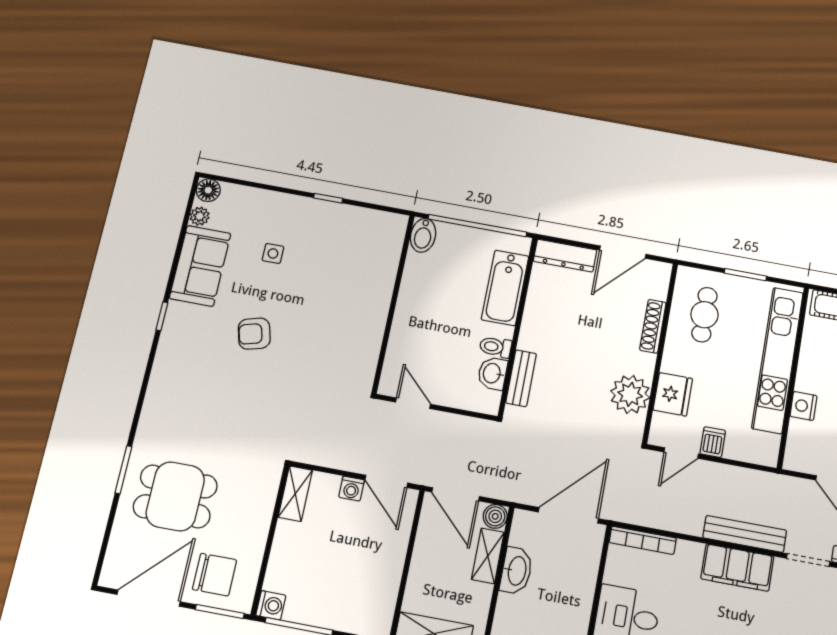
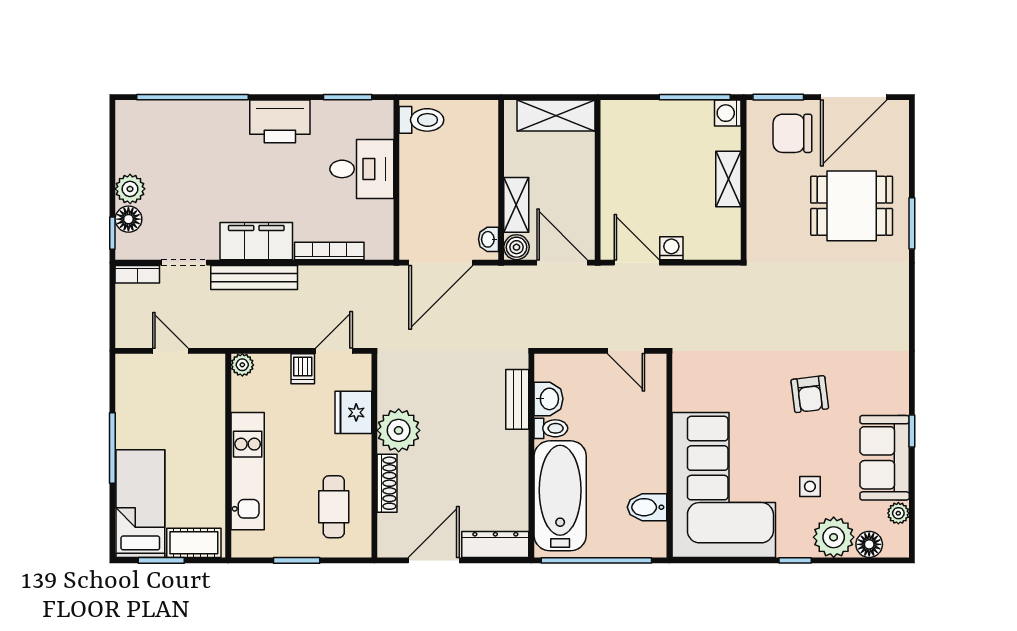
floor lamp: (208, 190) -> (869, 544), moved
window: (328, 198) -> (795, 560), moved
plant: (262, 206) -> (834, 537), added
bidet: (423, 235) -> (647, 507), moved, turned -90
corner sofa: (350, 269) -> (724, 485), added
bathtub: (505, 288) -> (560, 496), width x1.36, depth x1.36
window: (162, 316) -> (912, 431), moved
armchair: (254, 334) -> (810, 394), turned 98
kitchen unit: (778, 360) -> (248, 471), width x0.73
plant: (630, 394) -> (399, 430), moved
nightstand: (803, 406) -> (213, 426), removed
plant: (768, 456) -> (242, 365), added
shelving: (295, 494) -> (728, 179), moved
bookcase: (643, 540) -> (329, 251), moved
washbasin: (516, 571) -> (488, 239), moved, width x0.52, depth x0.69

